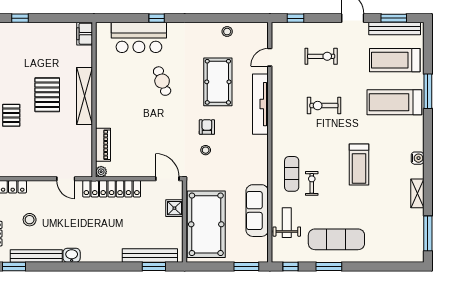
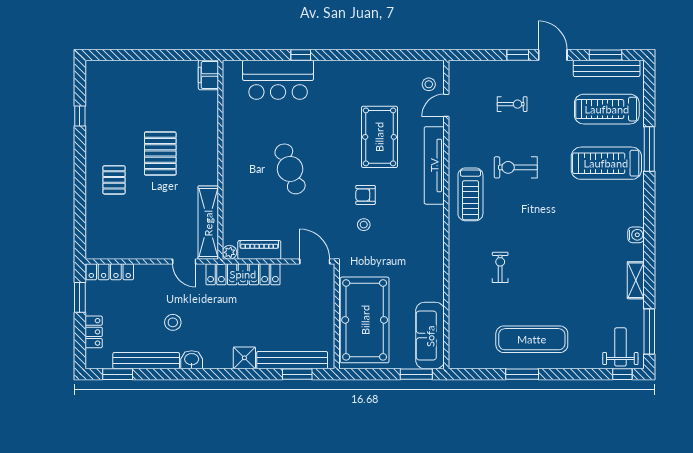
window: (20, 18) -> (125, 55), removed
window: (295, 18) -> (518, 55), moved
stool: (227, 32) -> (429, 84), moved
exercise bike: (321, 56) -> (512, 104), width x0.73, depth x0.72
cafe table: (162, 81) -> (290, 169), moved, width x1.37, depth x1.35
shelving: (85, 96) -> (208, 223), moved
armchair: (207, 127) -> (365, 195), turned -90
piano: (103, 145) -> (259, 250), moved, turned -90
treadmill: (359, 164) -> (470, 194), moved
exercise mat: (292, 174) -> (474, 255), removed
shower: (174, 208) -> (244, 358), moved
sofa: (257, 211) -> (430, 336), moved
stool: (30, 220) -> (173, 322), moved
weight bench: (287, 223) -> (620, 347), moved
window: (291, 266) -> (622, 374), moved

